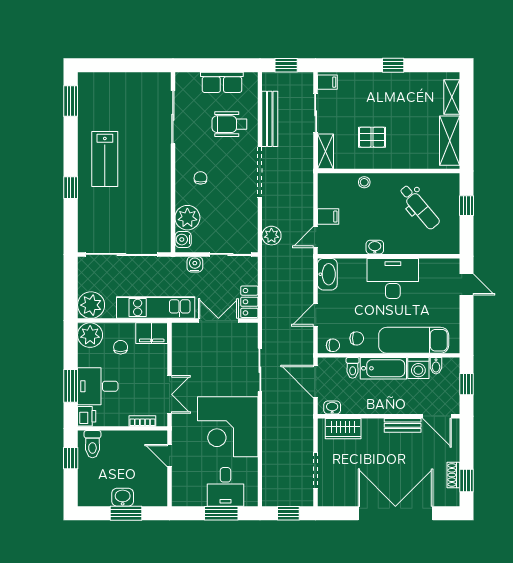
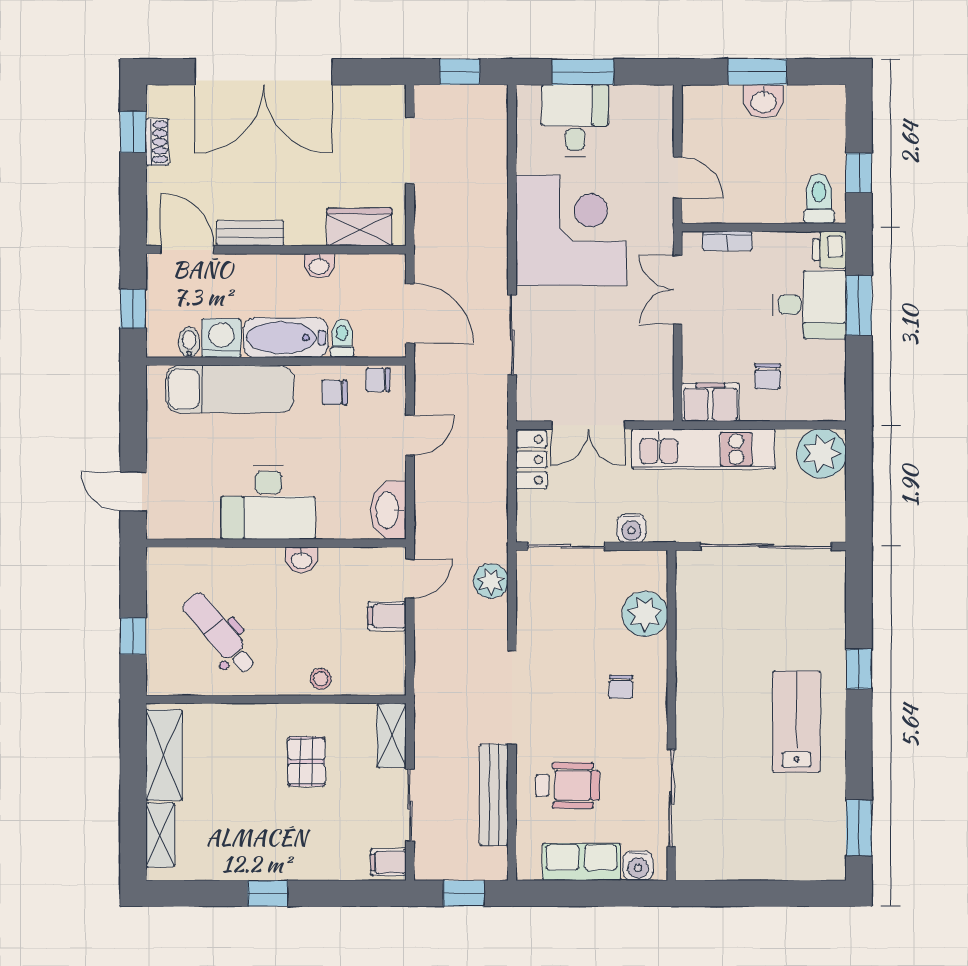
pallet: (372, 137) -> (306, 761), turned 90
water cooler: (183, 240) -> (638, 866), moved, turned 90
plant: (90, 335) -> (823, 399), removed
washbasin: (332, 407) -> (319, 266), moved

